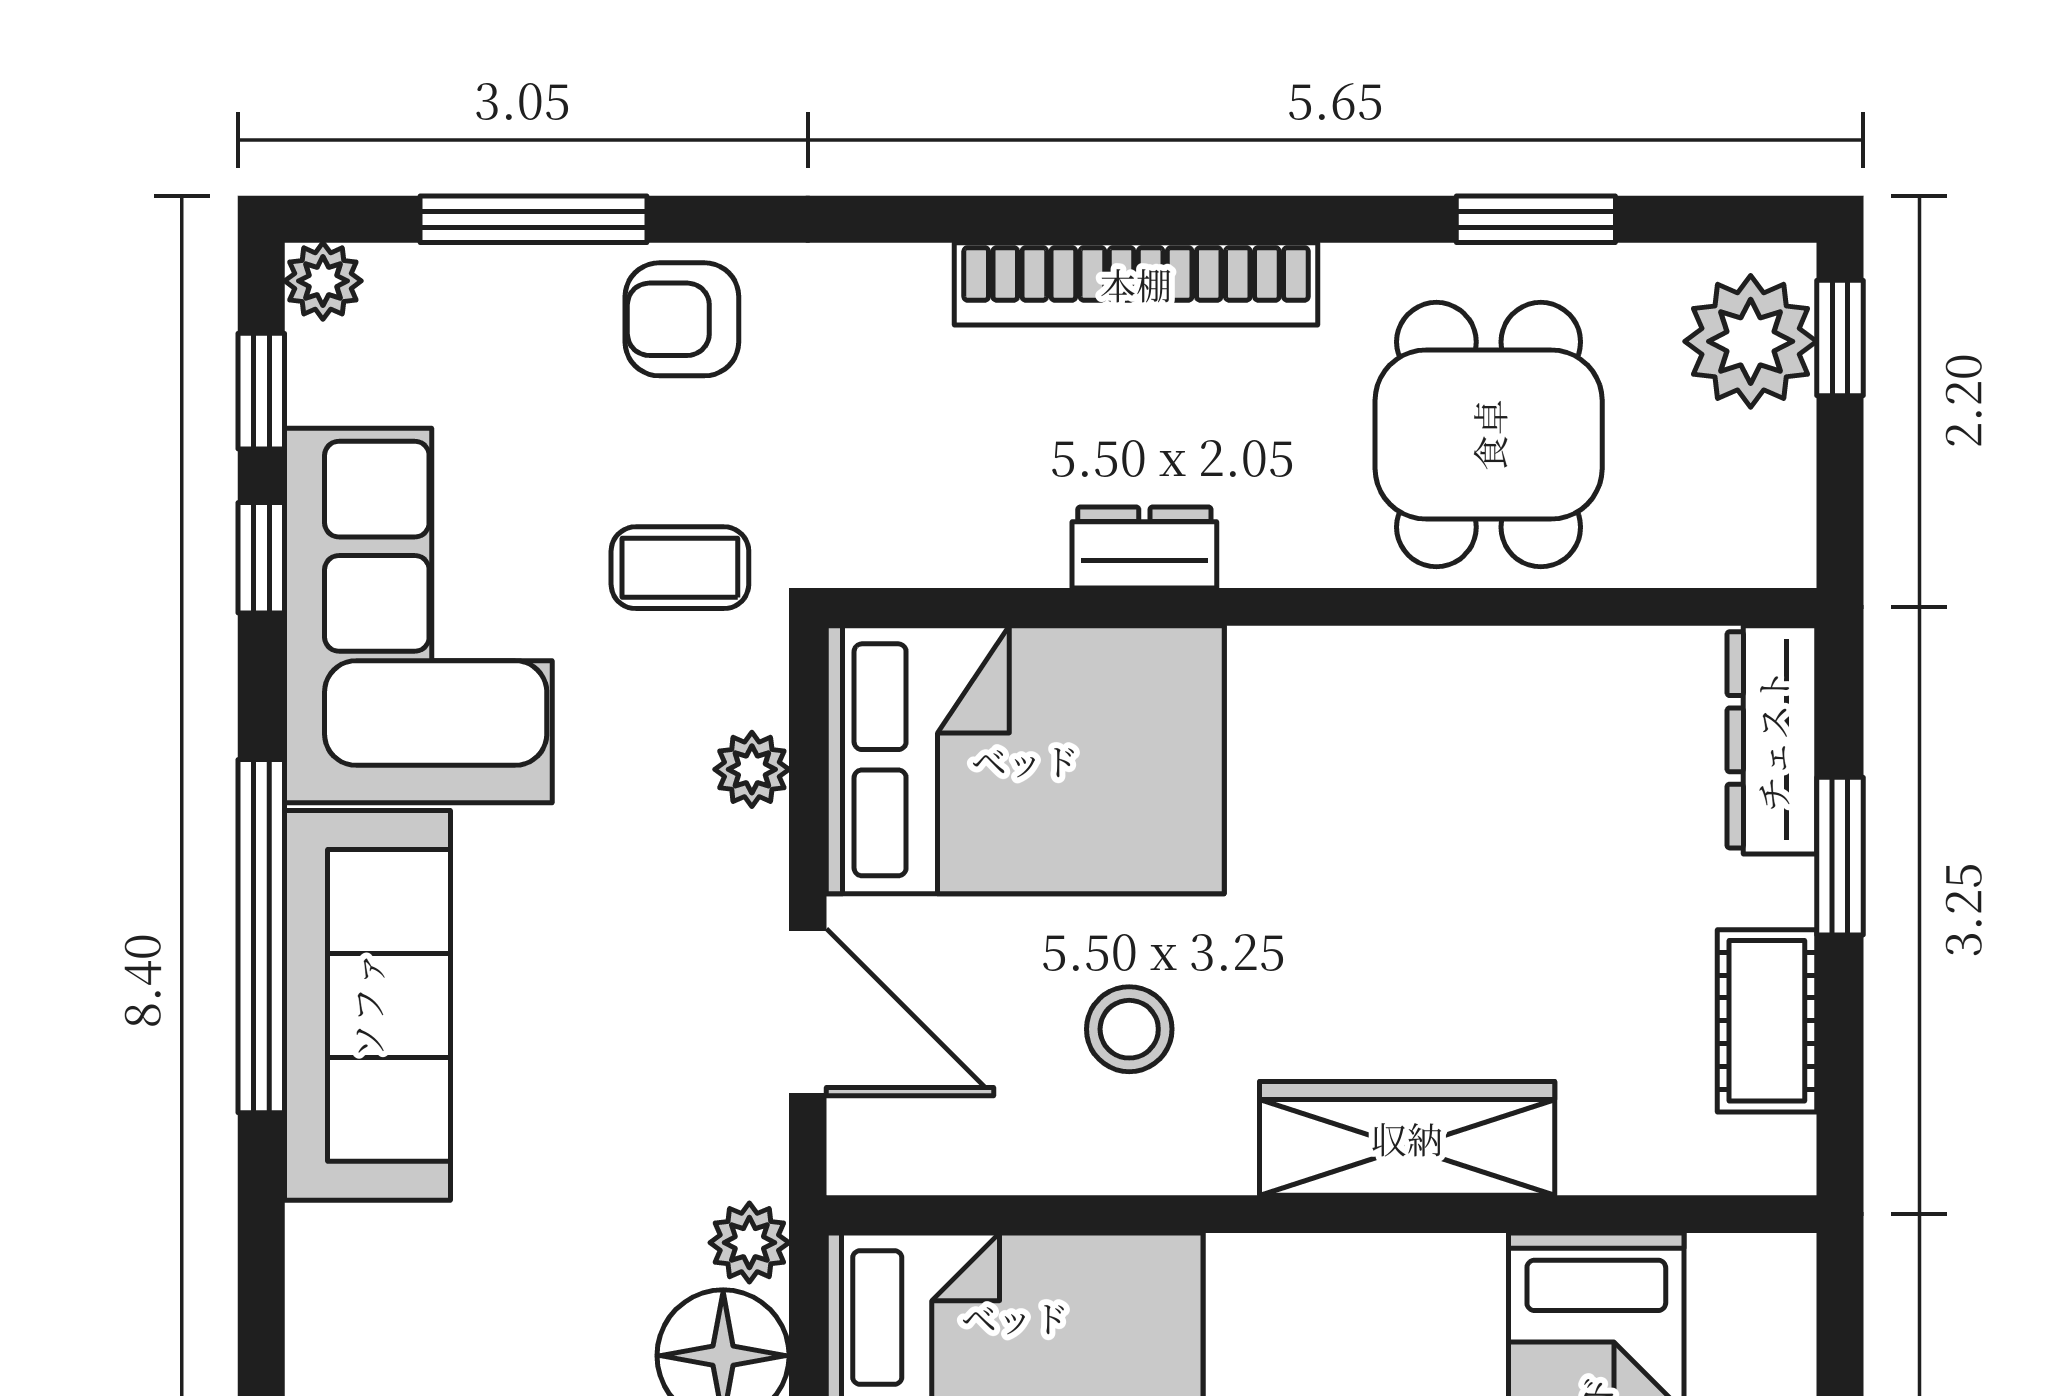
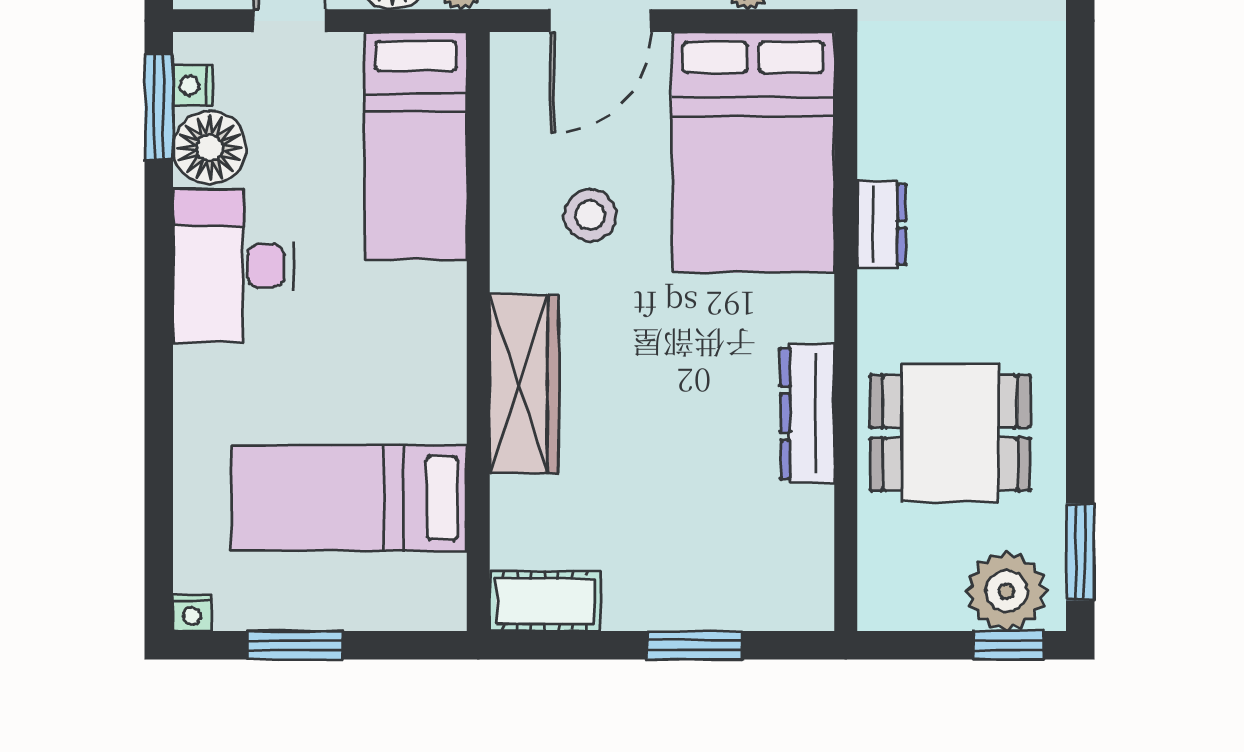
window: (1536, 219) -> (1080, 552), moved
bookcase: (1136, 284) -> (1041, 219), removed
dresser: (1772, 740) -> (807, 413), moved, turned -90
cot: (1767, 1021) -> (545, 601), moved

